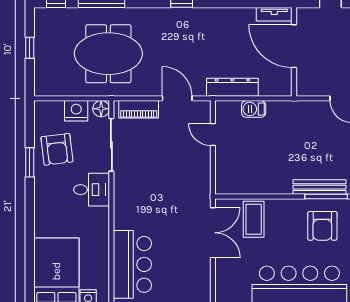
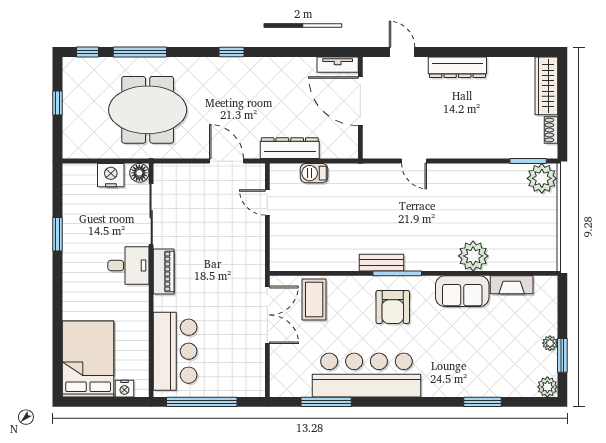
piano: (139, 109) -> (164, 272), moved, turned -90
armchair: (57, 149) -> (89, 219), removed
bench: (320, 187) -> (381, 263), width x0.73

